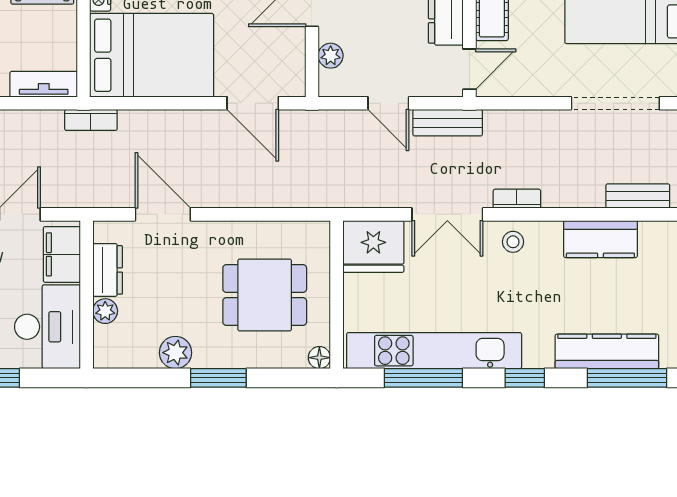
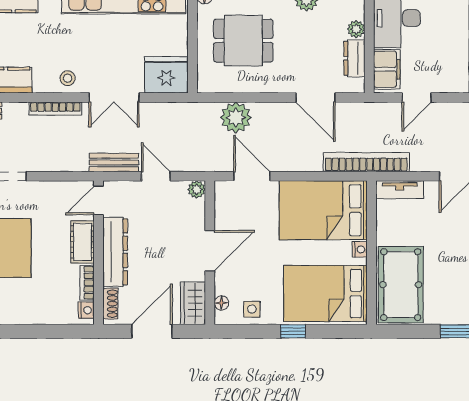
plant: (331, 56) -> (197, 189), moved
bookcase: (91, 120) -> (366, 162), width x2.31, depth x1.31
plant: (275, 186) -> (236, 117), added
bookcase: (517, 199) -> (55, 109), width x1.56
double door: (447, 214) -> (114, 98), swing flipped

